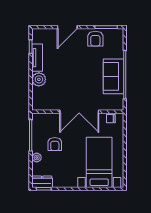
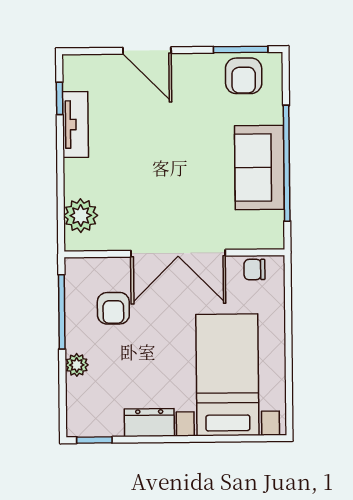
door: (67, 27) -> (147, 50), hinge flipped
armchair: (95, 39) -> (244, 76), moved
plant: (39, 79) -> (81, 216), moved
armchair: (55, 144) -> (113, 308), moved
dresser: (42, 182) -> (149, 423), moved

